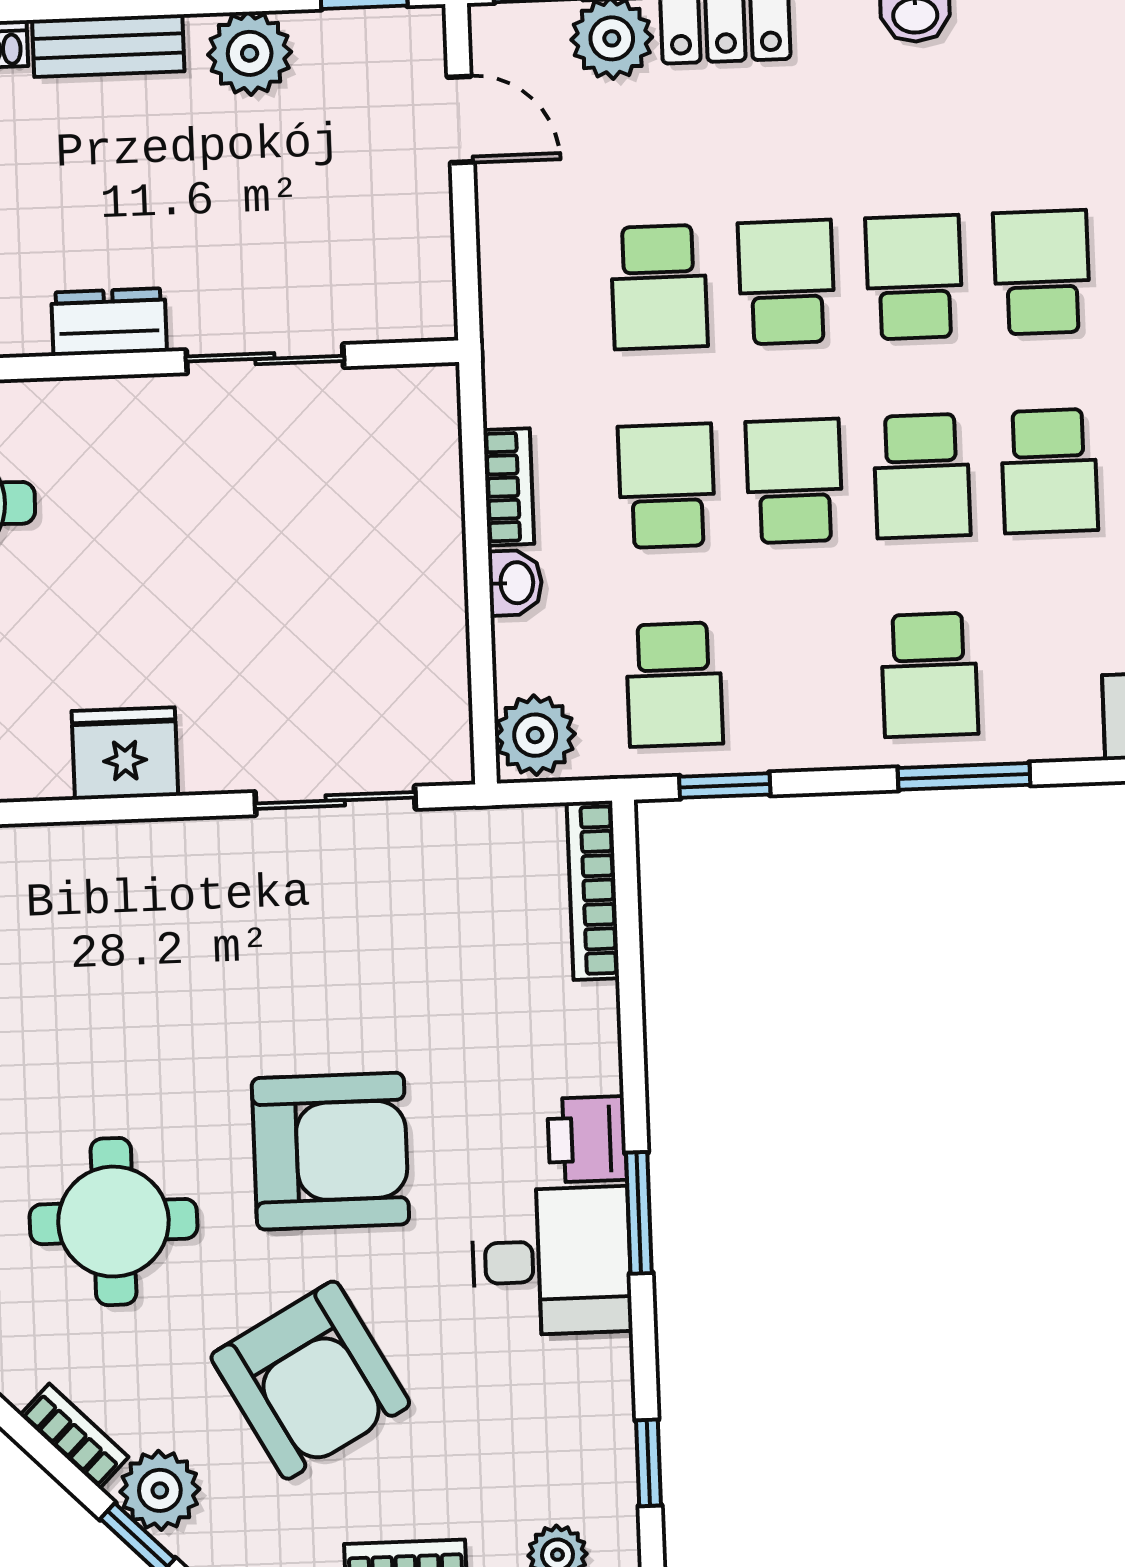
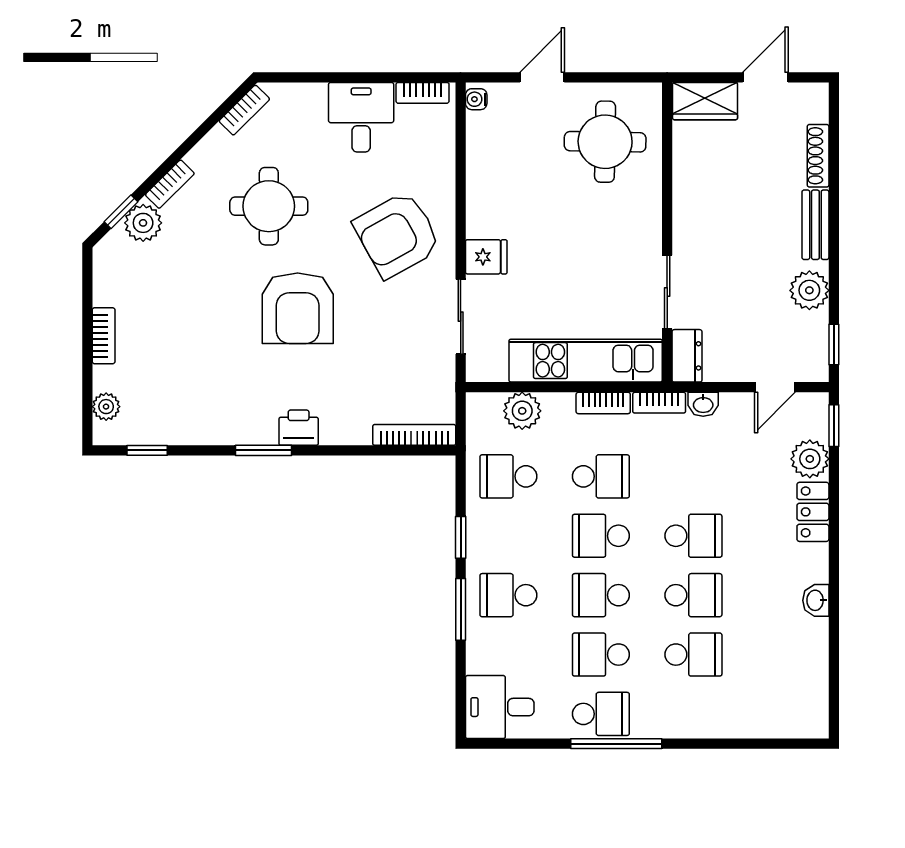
school desk: (659, 287) -> (693, 476), removed
dresser: (109, 322) -> (687, 356), moved
bookcase: (504, 367) -> (659, 403), added
school desk: (794, 481) -> (601, 536), turned 180
kitchen unit: (419, 528) -> (586, 361), added
washbasin: (515, 583) -> (703, 404), moved
plant: (535, 735) -> (522, 411), moved
fridge: (125, 753) -> (486, 257), moved, width x0.72
window: (725, 786) -> (461, 537), moved
desk: (551, 1261) -> (243, 409), removed
armchair: (310, 1380) -> (397, 235), moved

